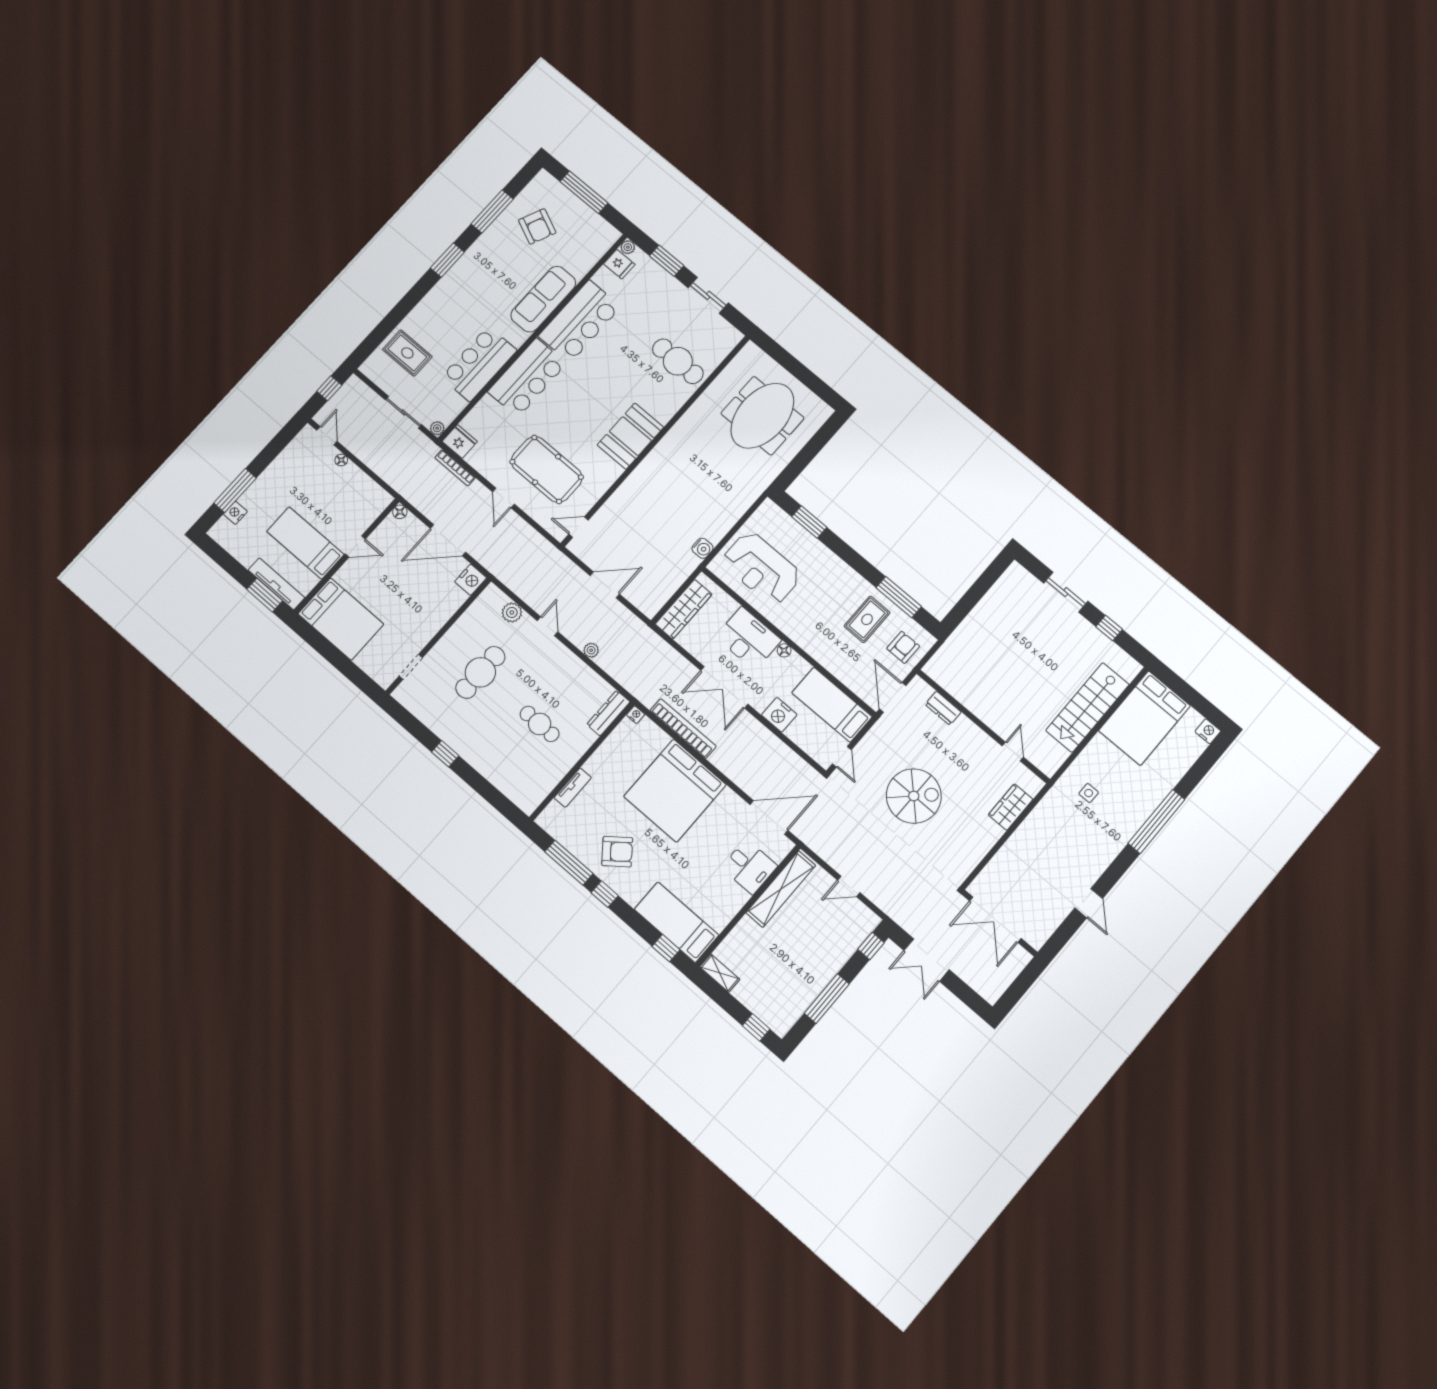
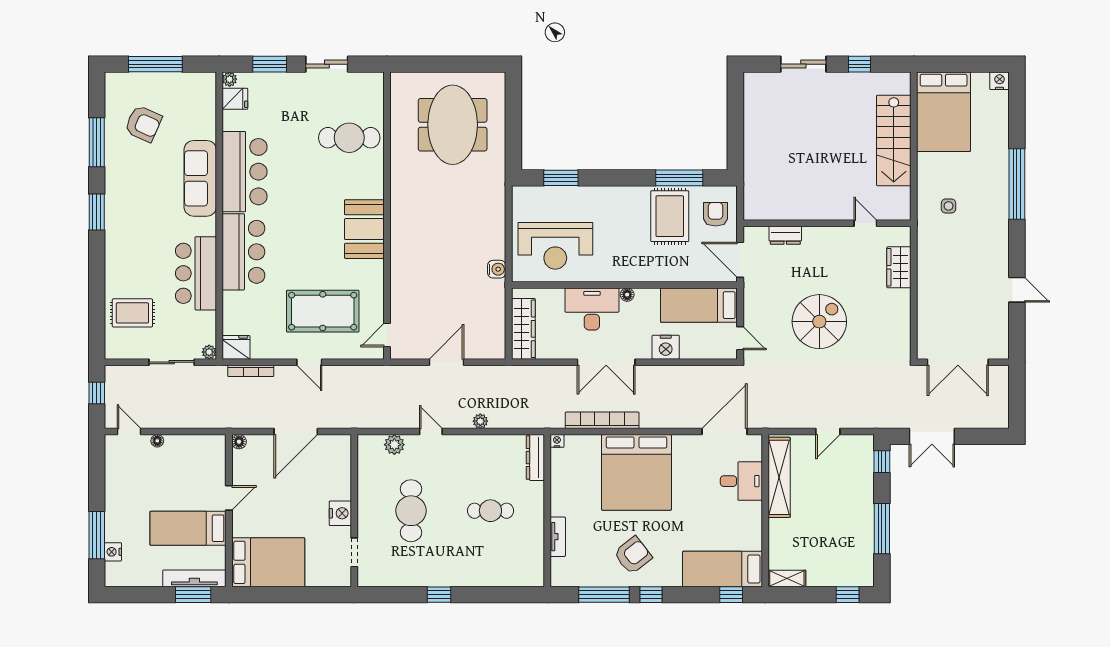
nightstand: (471, 580) -> (340, 513), moved
rug: (867, 619) -> (670, 216), width x1.36, depth x1.43

